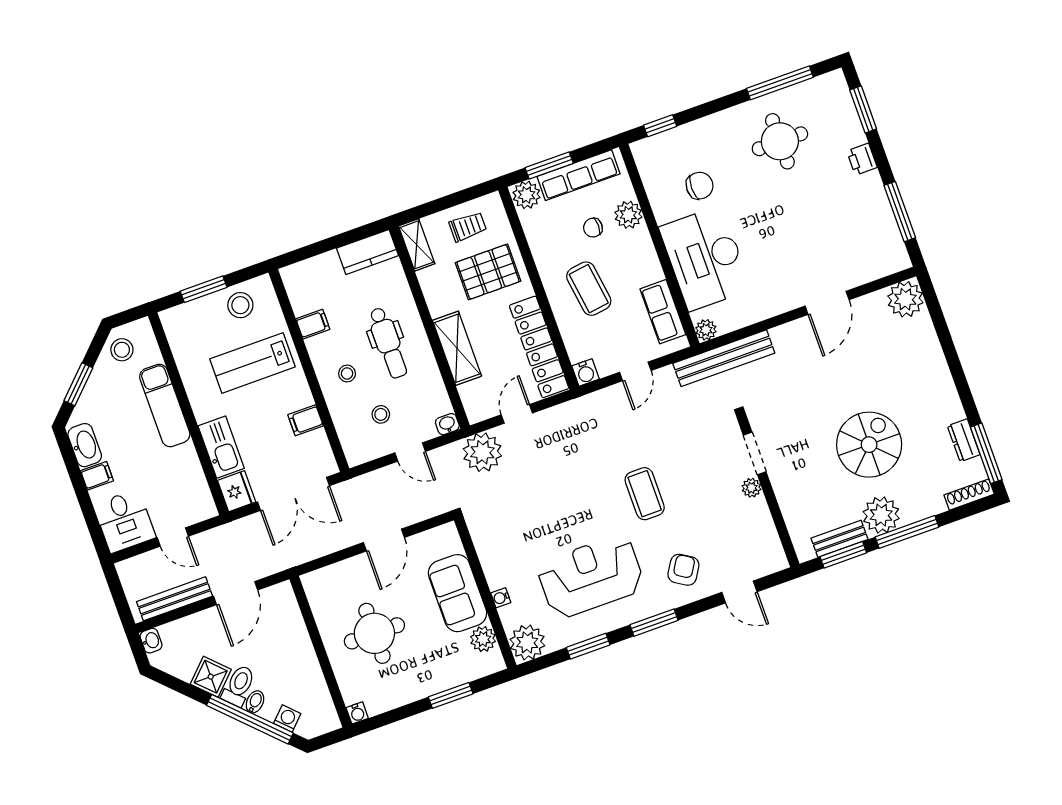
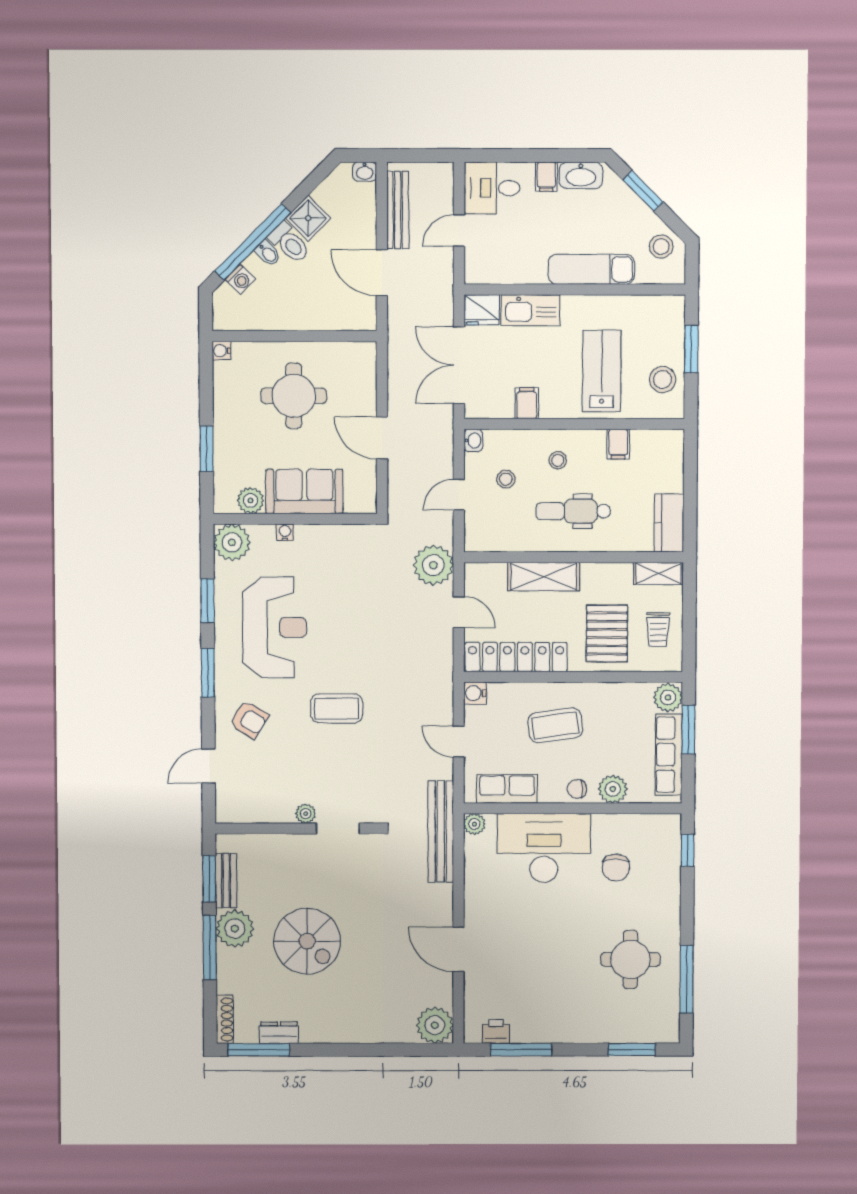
printer: (862, 159) -> (496, 1031), moved
chair: (593, 228) -> (577, 789), moved, turned -90
washbasin: (447, 424) -> (473, 441), moved

